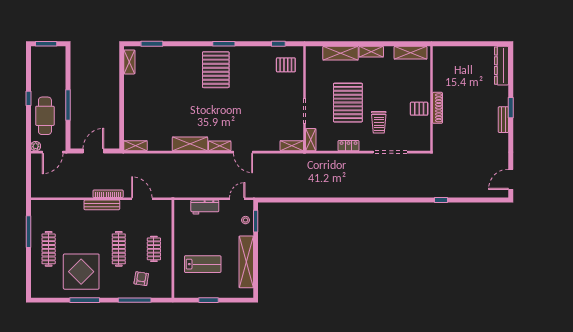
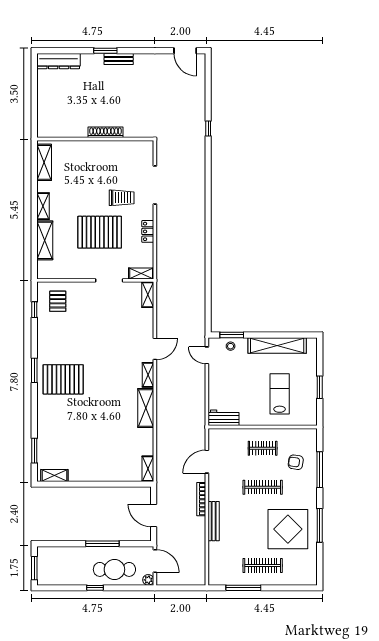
pallet: (419, 109) -> (107, 153), removed
bench: (102, 205) -> (214, 521), moved
workbench: (205, 207) -> (224, 418), moved, turned -90

